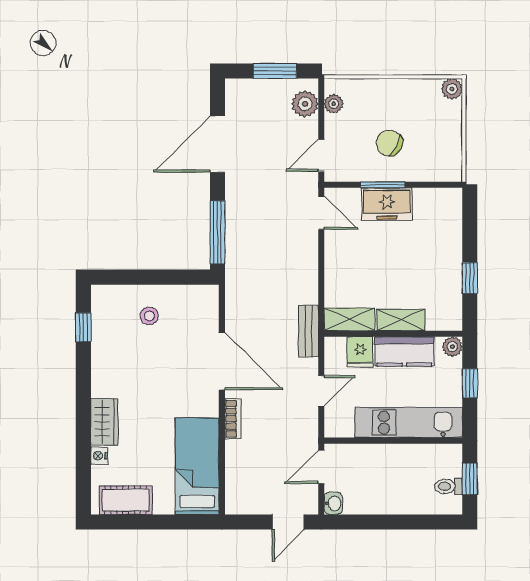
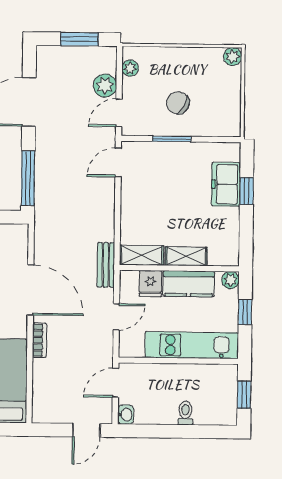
plant: (305, 104) -> (105, 86), moved
freezer: (387, 204) -> (226, 184), moved, turned 90
door: (321, 213) -> (118, 163), swing flipped
window: (470, 278) -> (247, 191), moved
toilet: (449, 486) -> (185, 413), moved, turned 90

